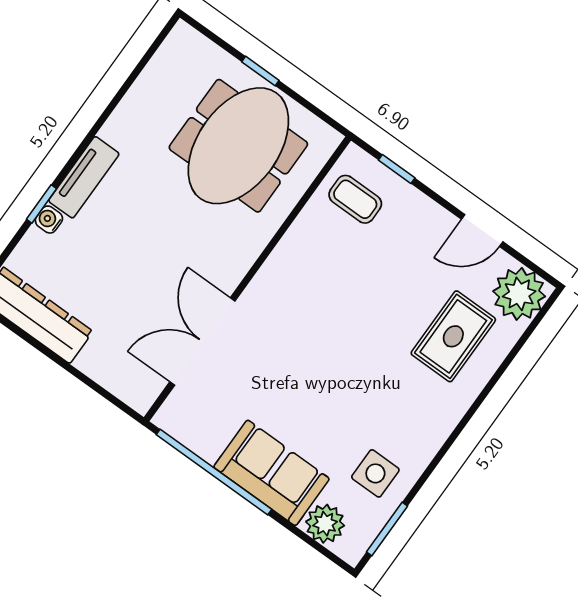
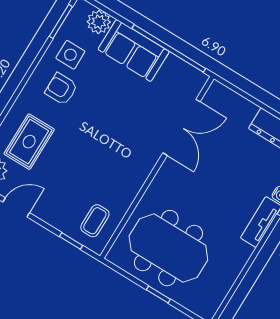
meeting table: (238, 146) -> (168, 248), turned 90
coffee table: (355, 199) -> (95, 221), turned 90
armchair: (394, 419) -> (61, 89), added

